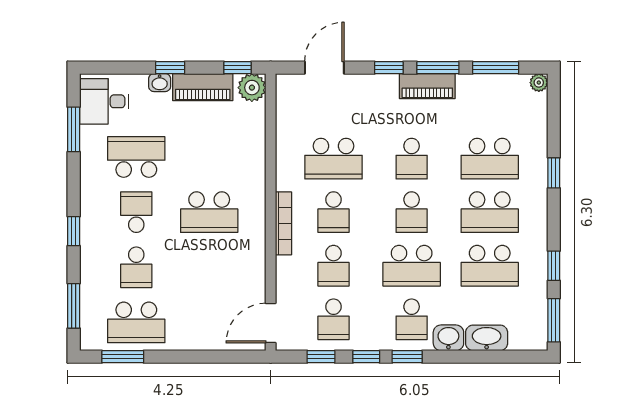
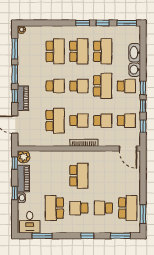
piano: (427, 86) -> (23, 98), moved
window: (554, 173) -> (83, 23), moved
school desk: (136, 267) -> (103, 208), turned 180

